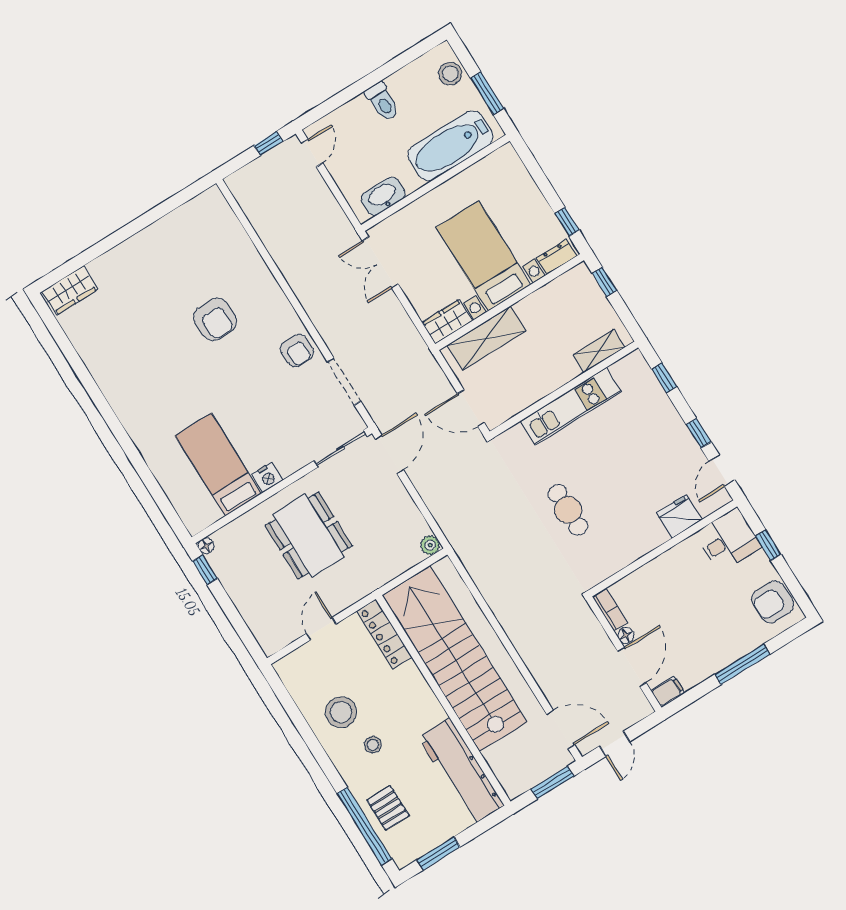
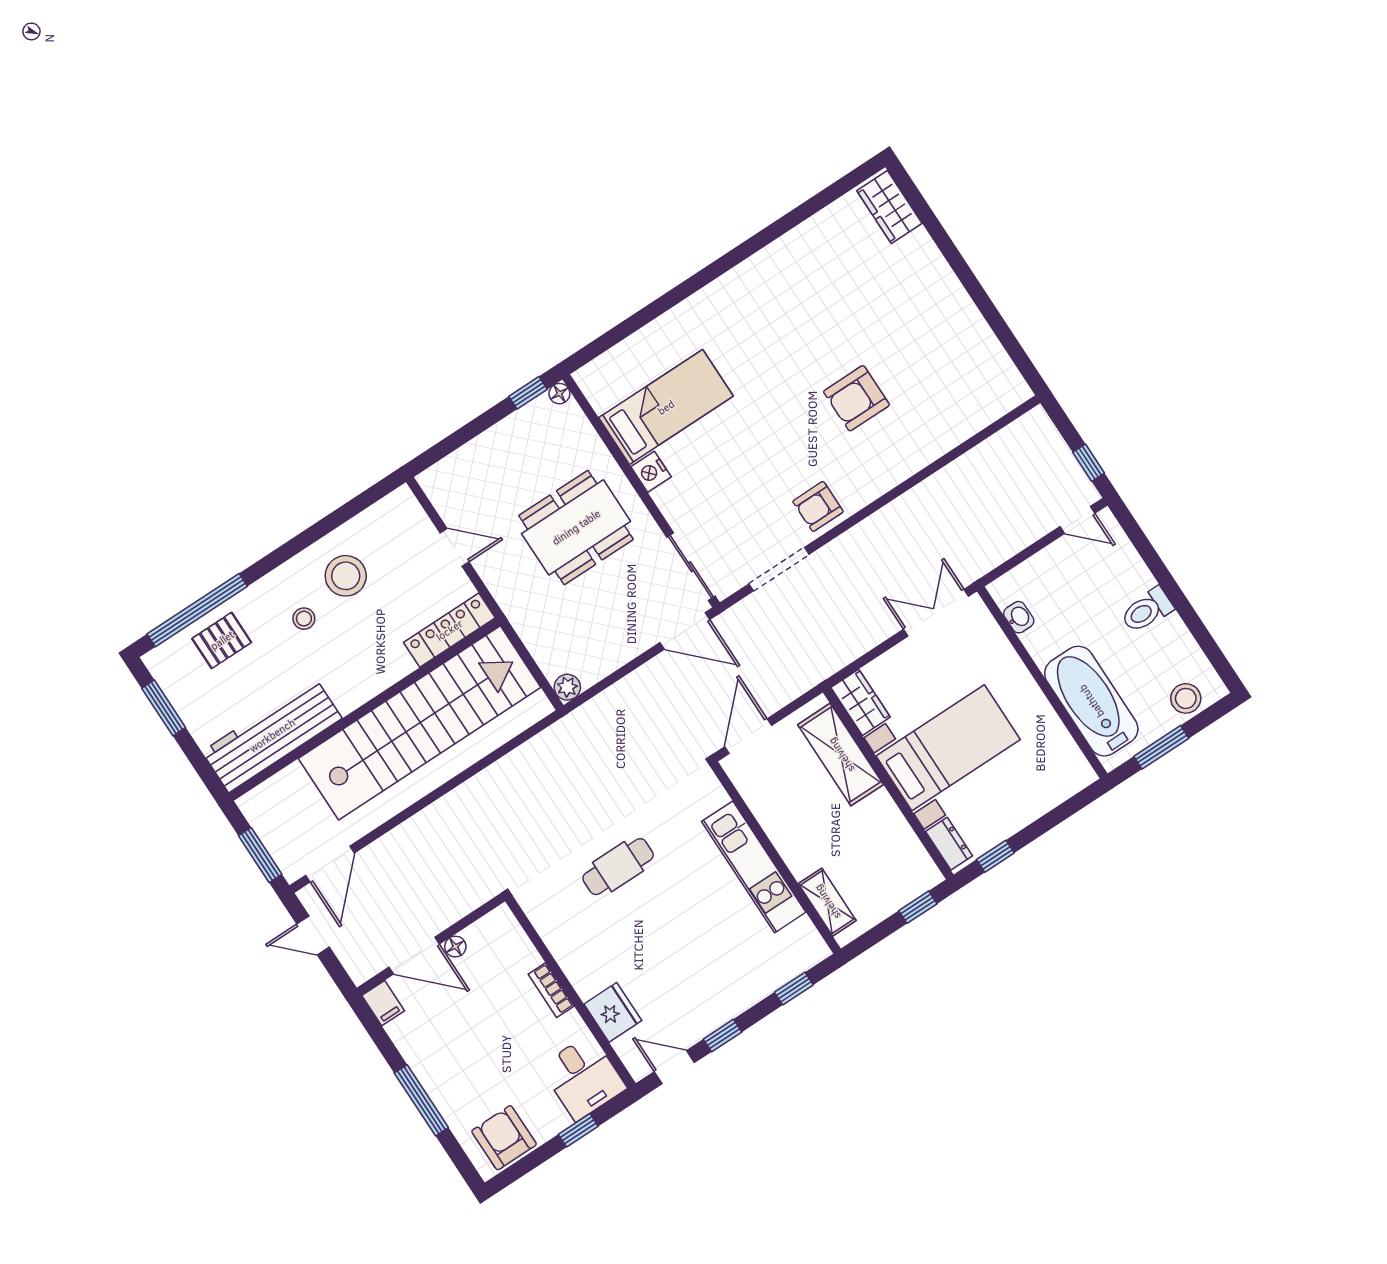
washbasin: (383, 196) -> (1019, 617), width x0.52, depth x0.69
bookcase: (610, 610) -> (551, 990), moved, turned 90

